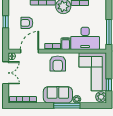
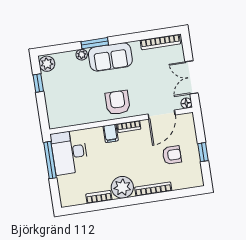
desk: (85, 38) -> (69, 152), moved, turned -90
corner sofa: (93, 72) -> (65, 99), removed
window: (67, 106) -> (95, 43), width x0.69

